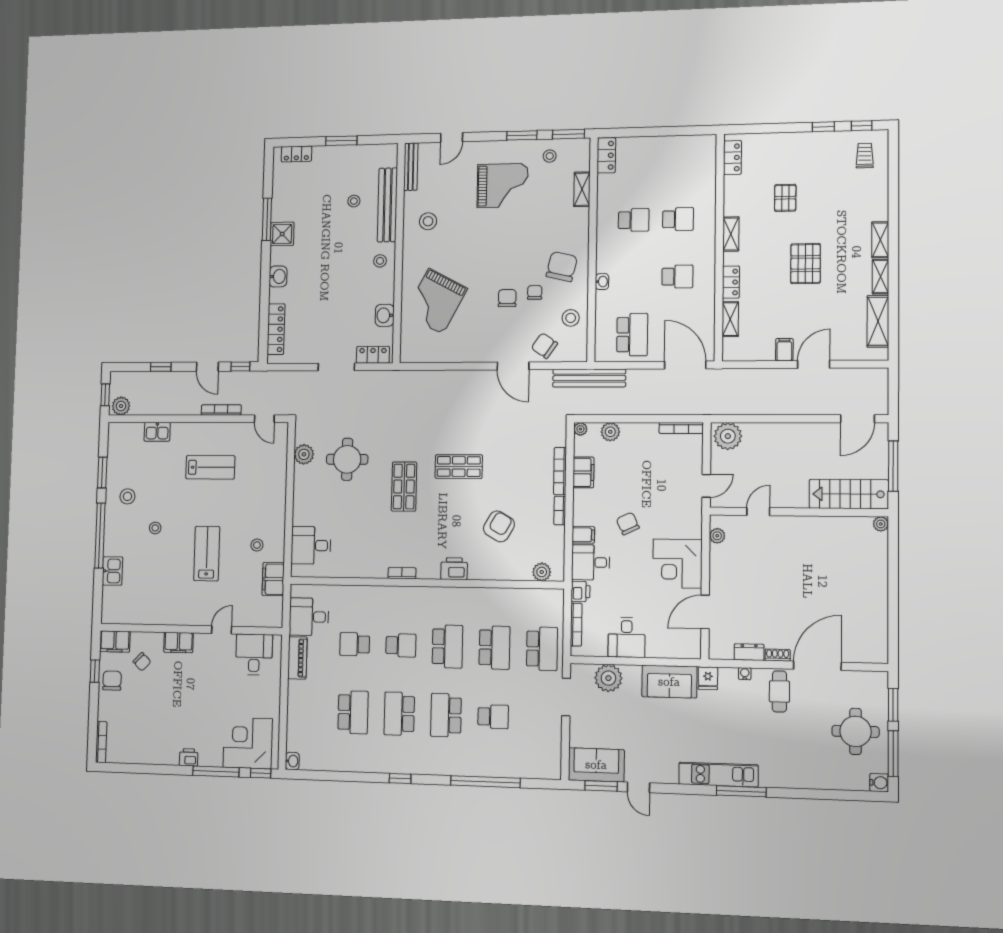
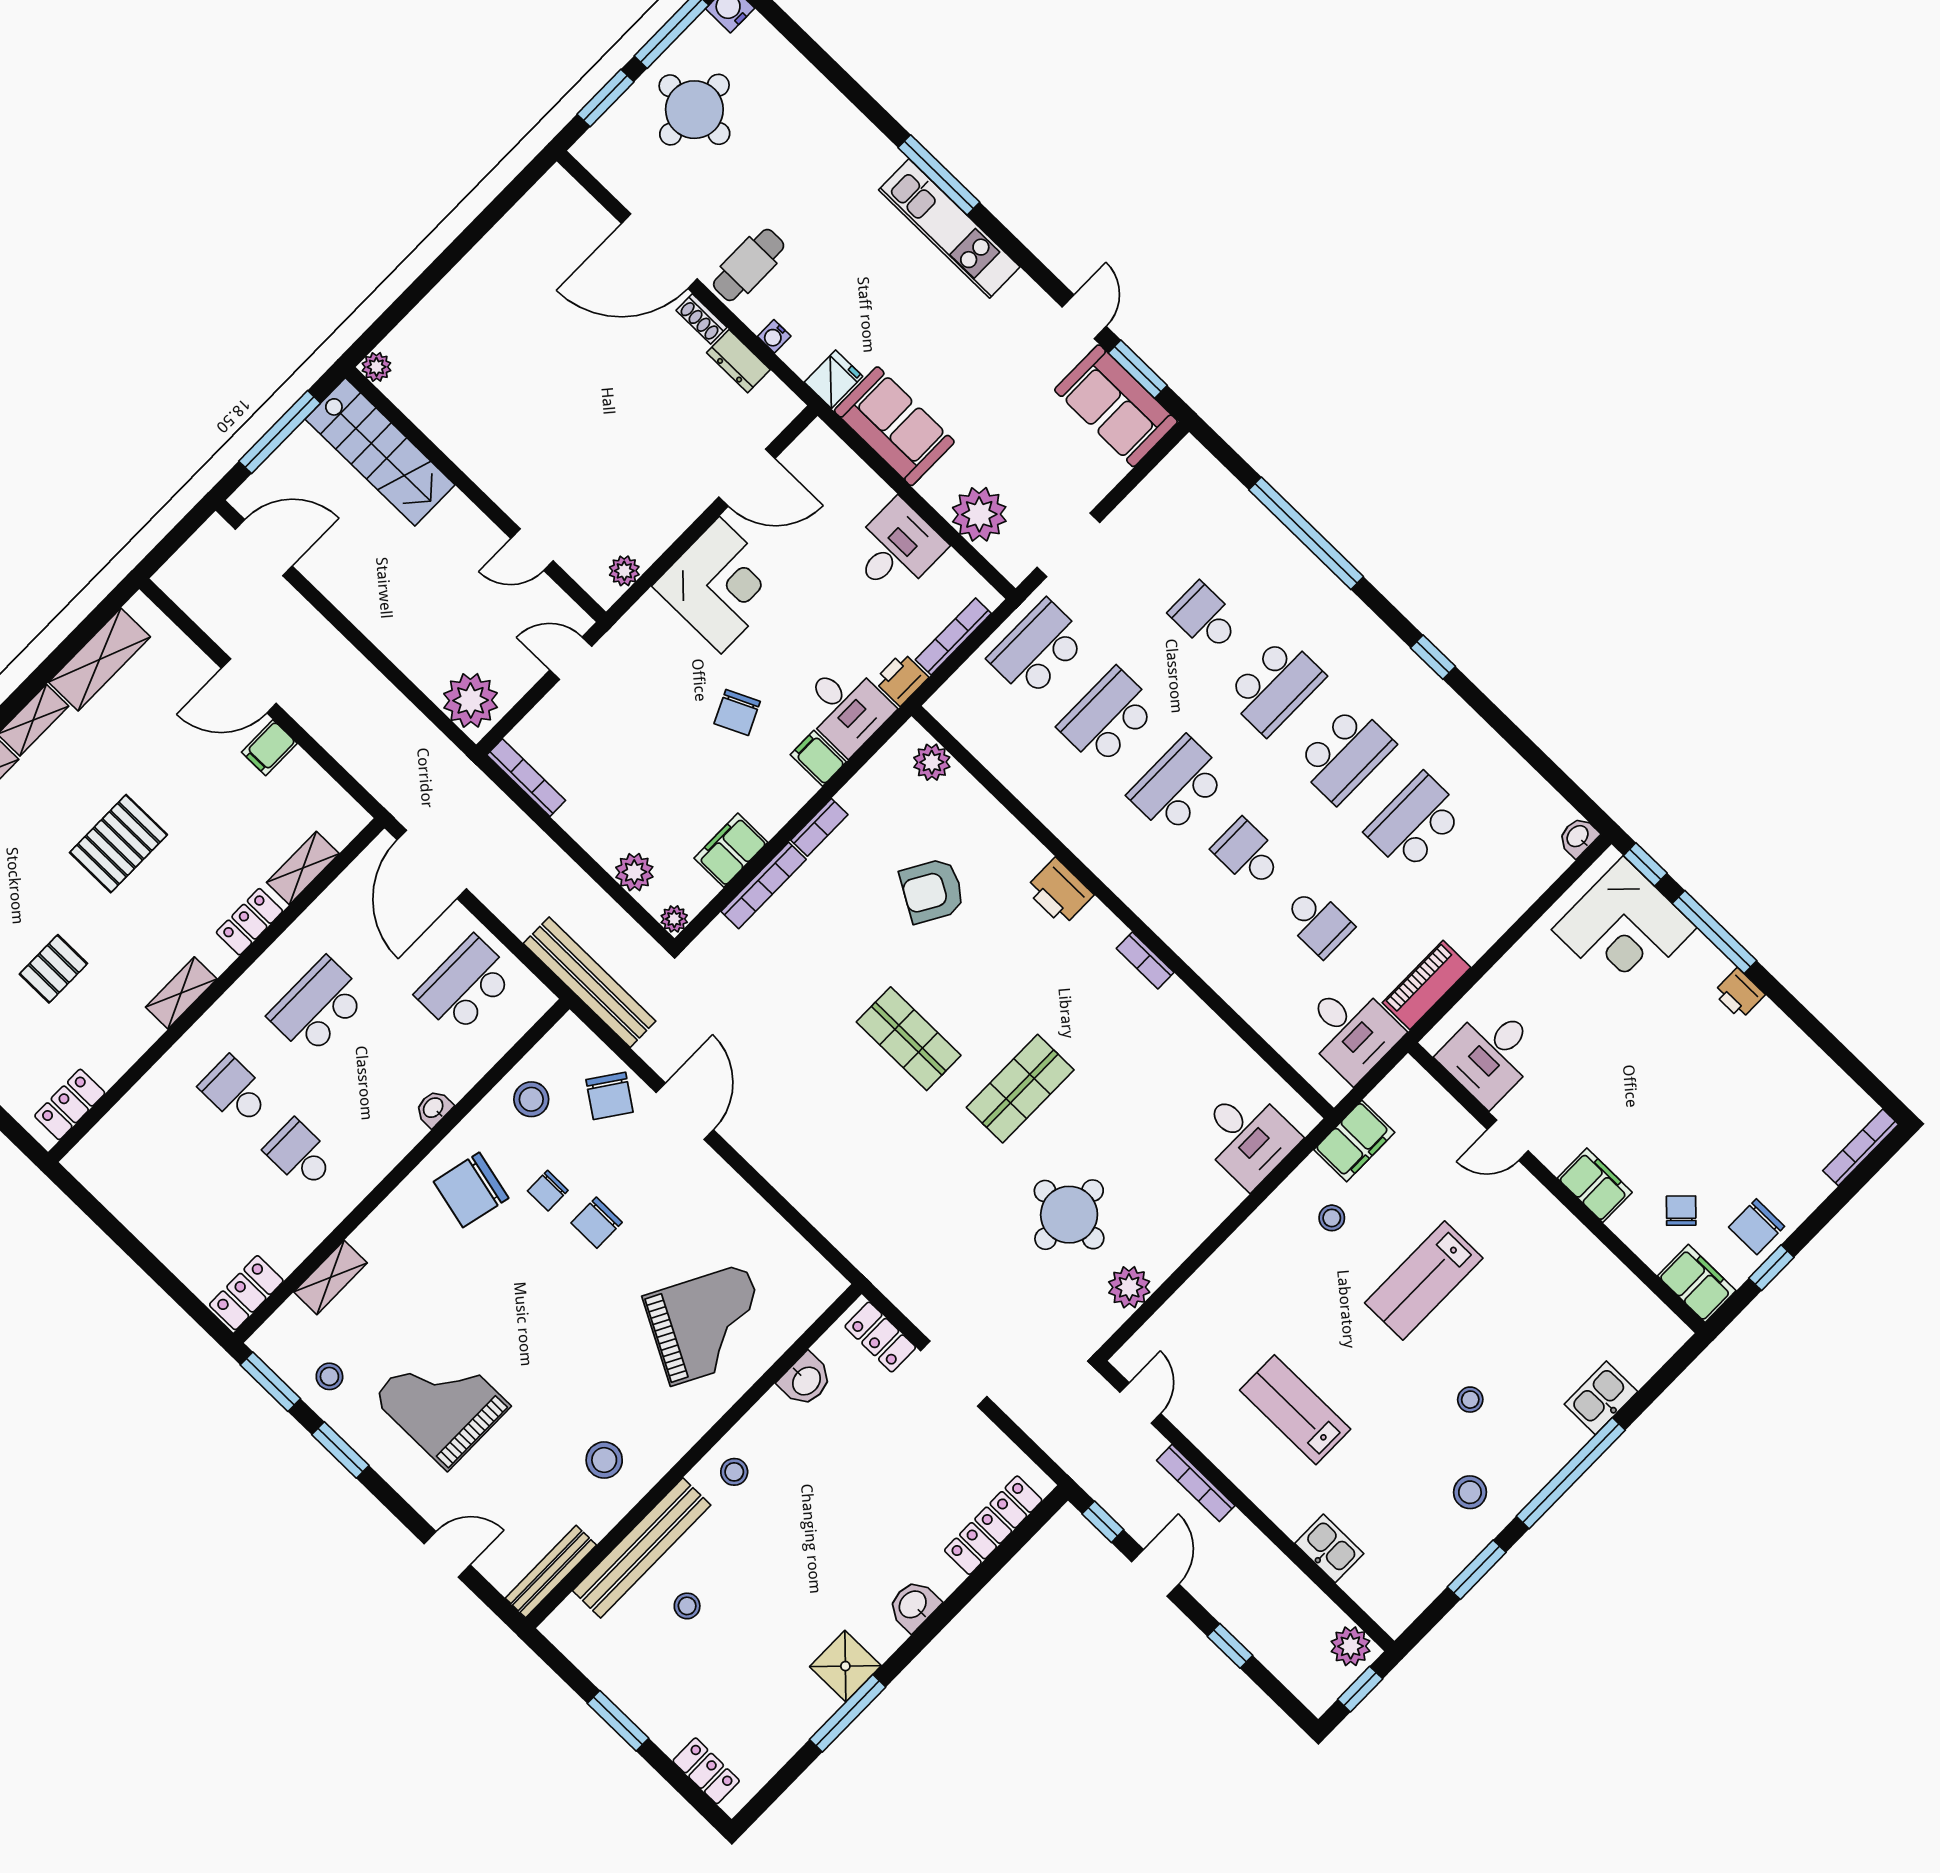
school desk: (677, 277) -> (318, 1007), width x1.85

